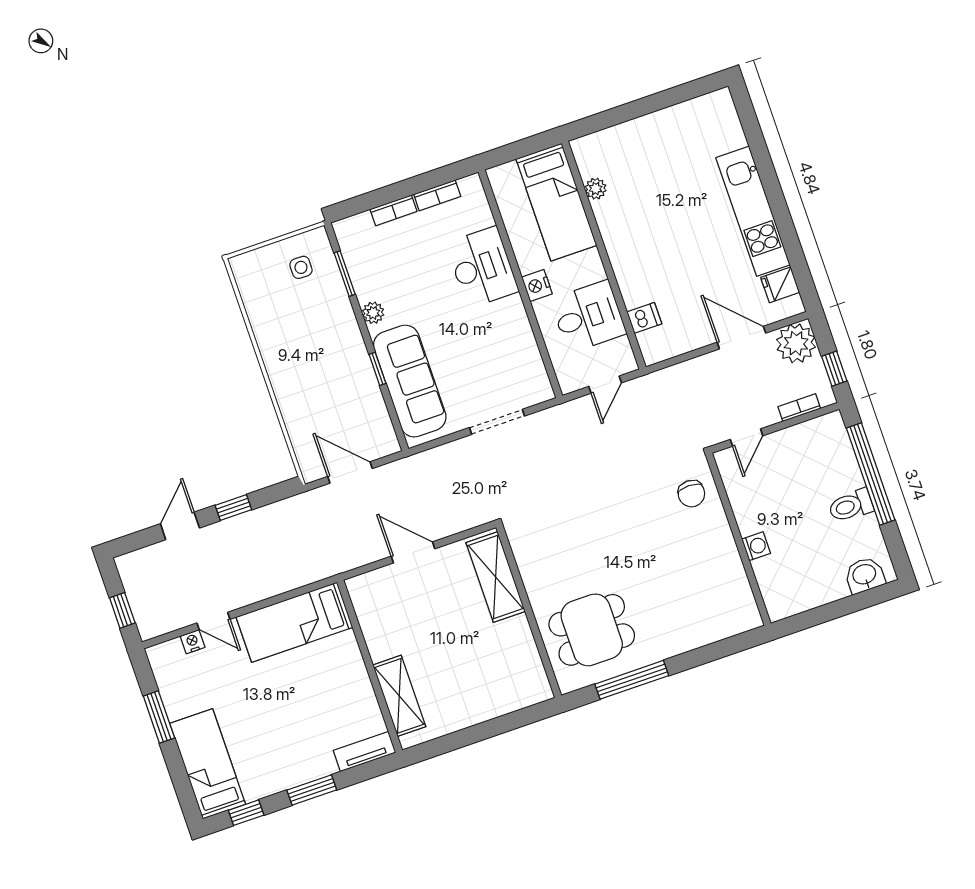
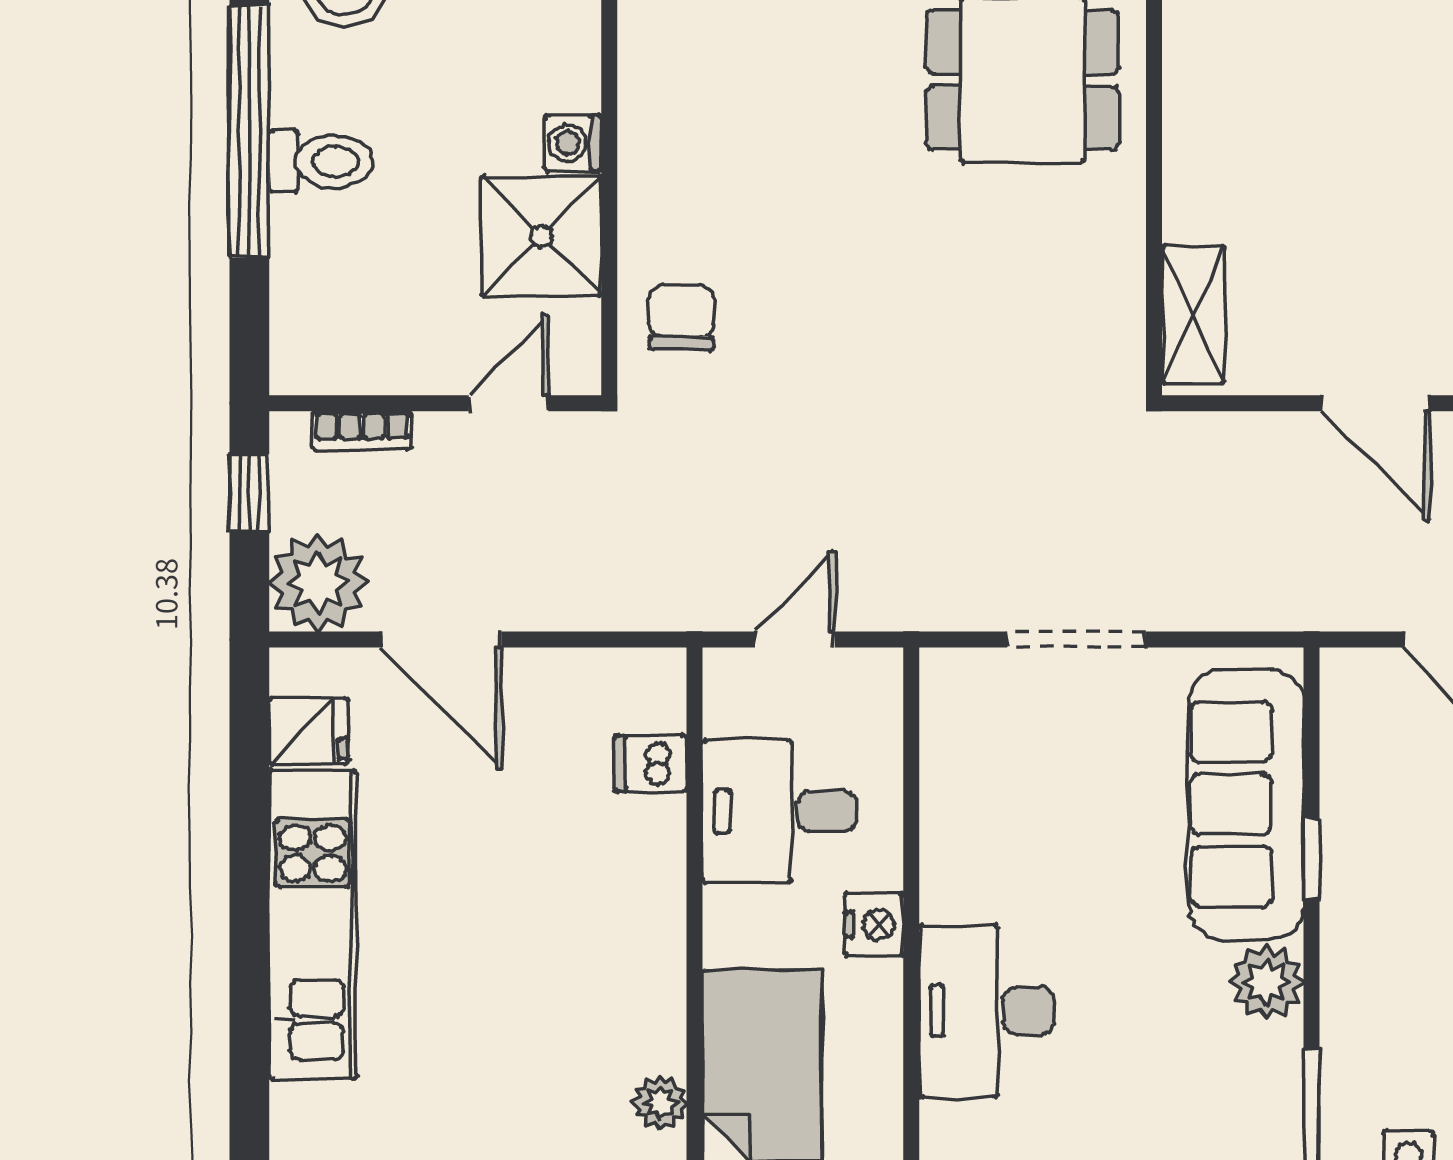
plant: (373, 313) -> (1267, 982), width x1.38, depth x1.38
window: (871, 474) -> (249, 131), moved
shower: (756, 506) -> (541, 236), added
shelving: (496, 577) -> (1193, 314), width x0.67, depth x0.75

